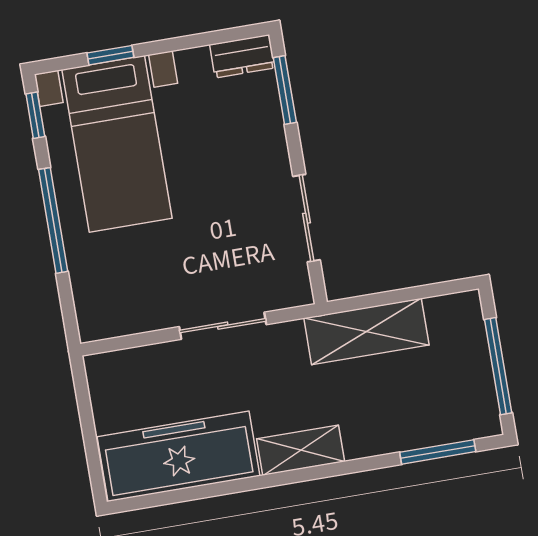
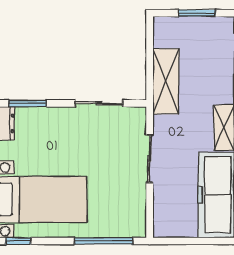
window: (53, 220) -> (104, 241), moved
window: (498, 366) -> (197, 13), width x0.69

